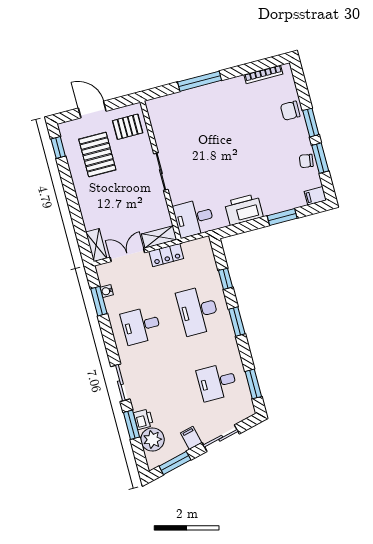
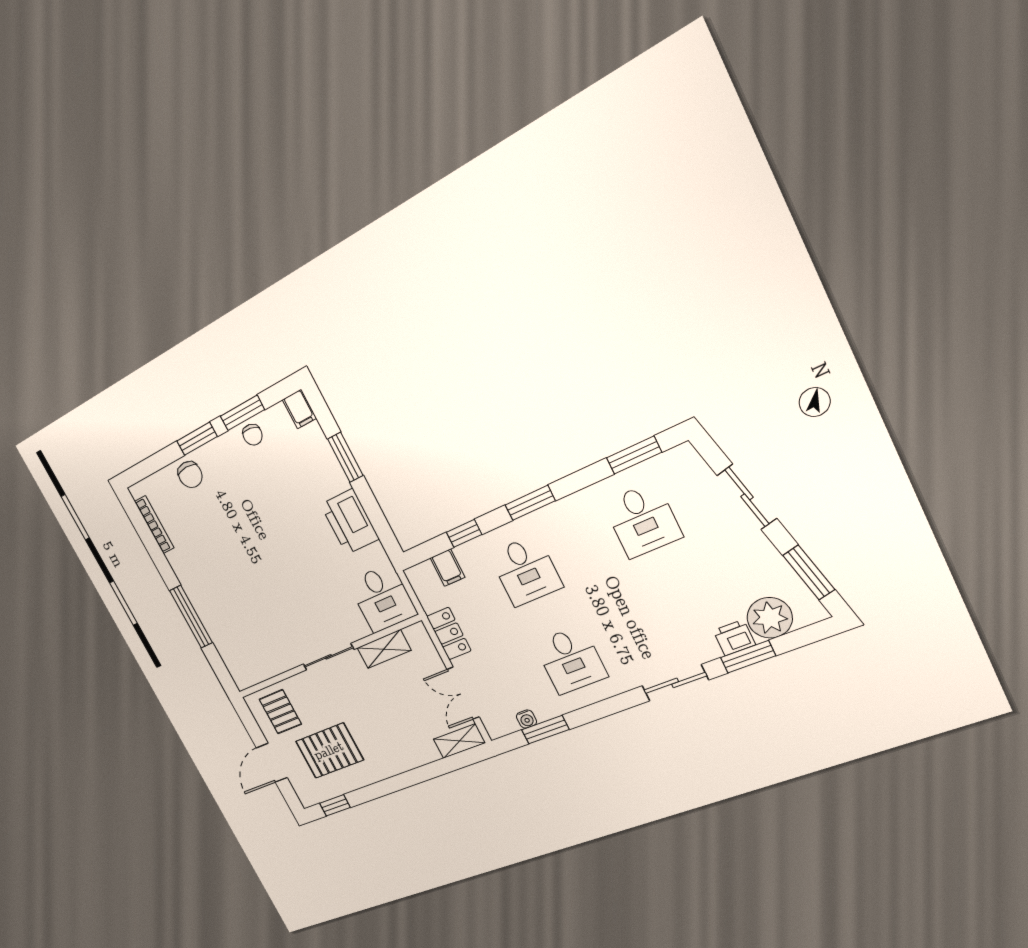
shelving: (159, 237) -> (384, 649), moved, turned 90
desk: (198, 310) -> (526, 571), width x0.73
filing cabinet: (191, 438) -> (448, 568), moved, turned -76

